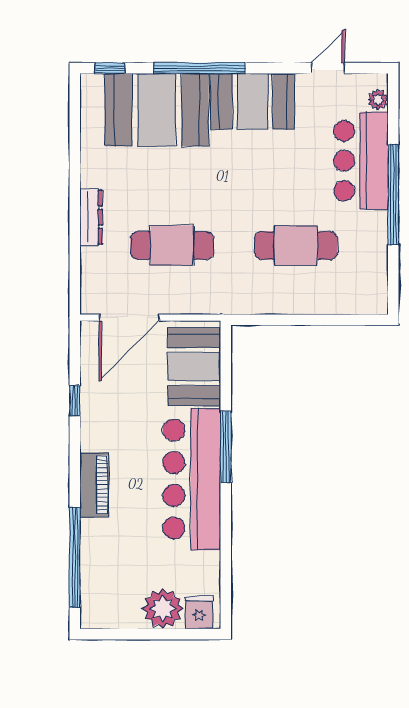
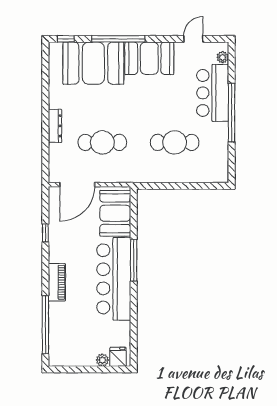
plant: (163, 609) -> (102, 360), width x0.53, depth x0.53

